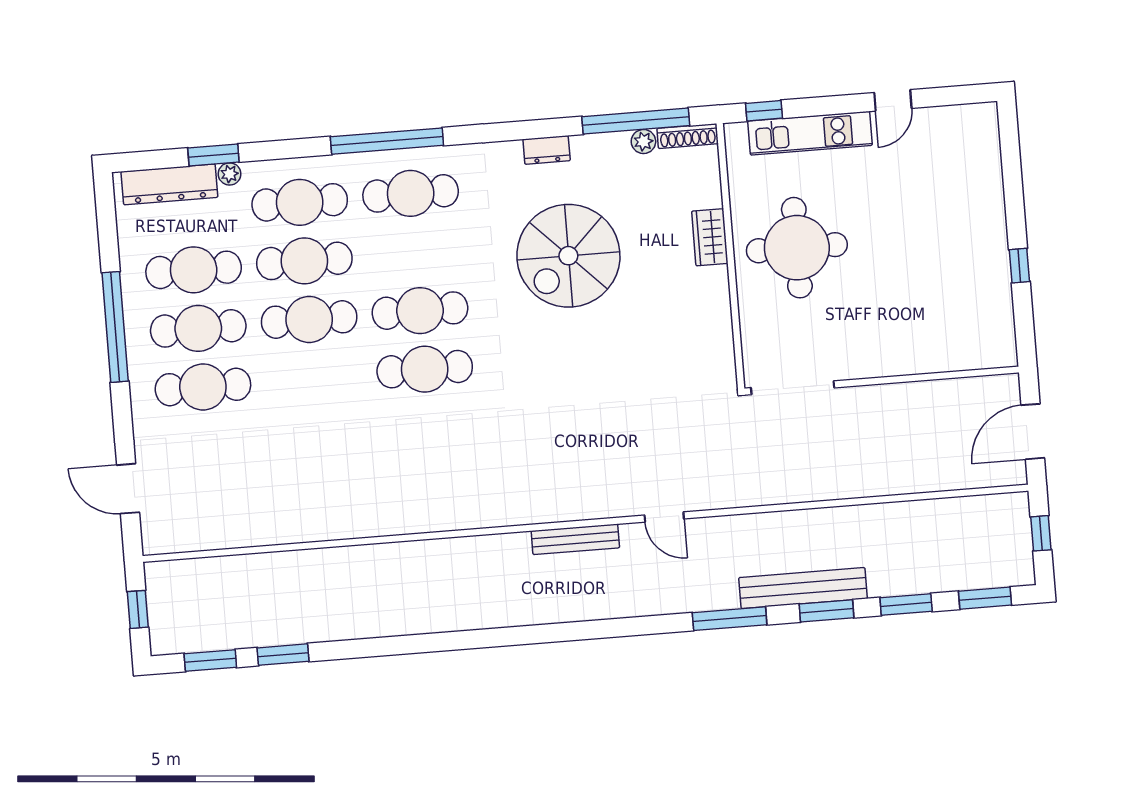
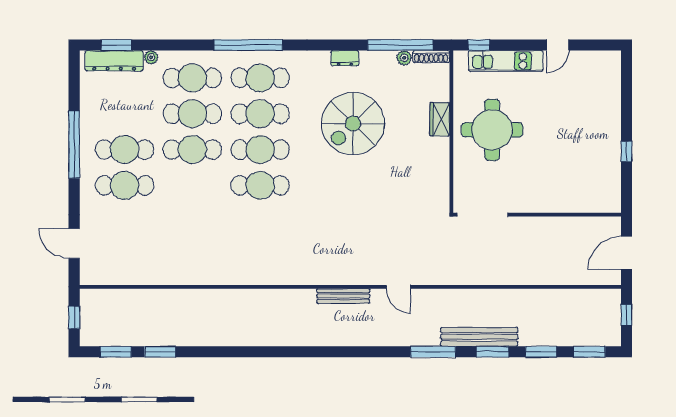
window: (213, 155) -> (117, 45), moved
cafe table: (194, 270) -> (260, 114), moved

